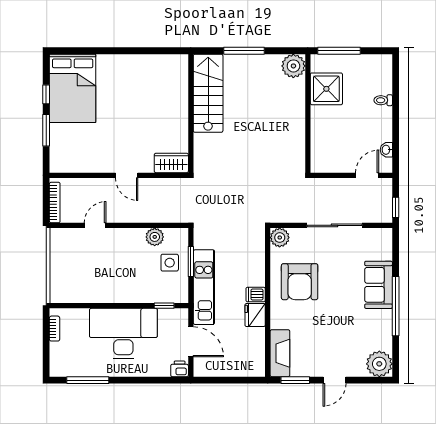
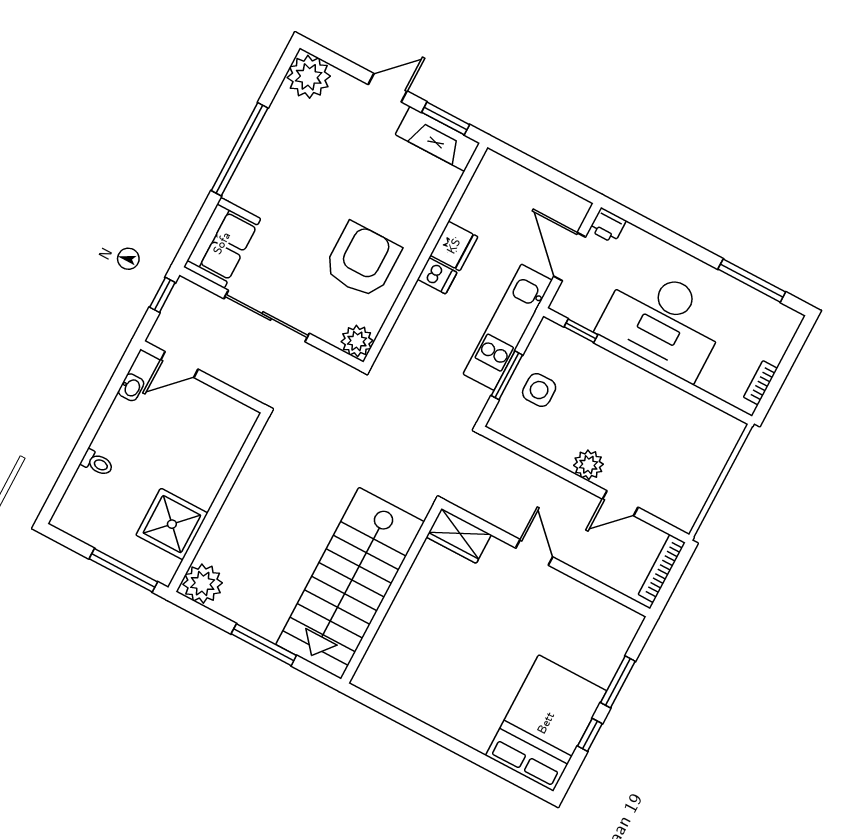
stairs: (208, 93) -> (350, 583), width x1.36, depth x1.51
plant: (155, 237) -> (588, 465), moved
sofa: (379, 285) -> (222, 243), moved
fireplace: (280, 353) -> (437, 139), moved, turned -90

